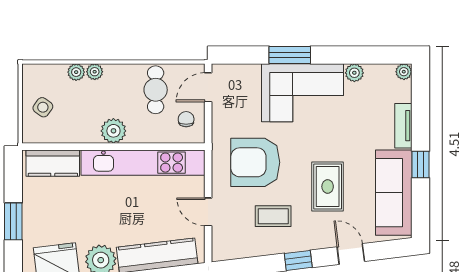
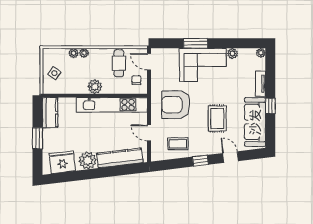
door: (208, 87) -> (149, 62), hinge flipped
kitchen counter: (53, 163) -> (50, 113), moved, turned -90
coffee table: (273, 216) -> (178, 144), moved

